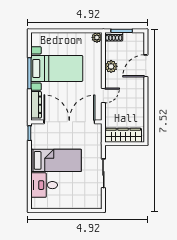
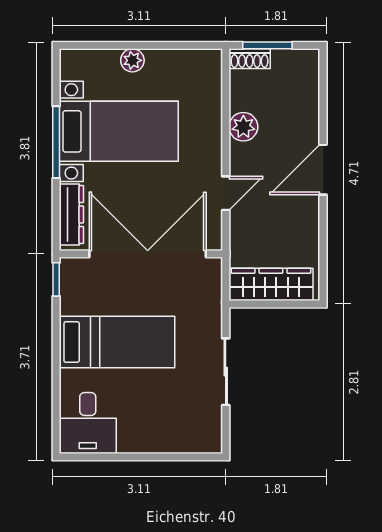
plant: (97, 37) -> (132, 60), moved
door: (146, 66) -> (323, 170), moved
desk: (44, 185) -> (88, 423), moved, turned -90

